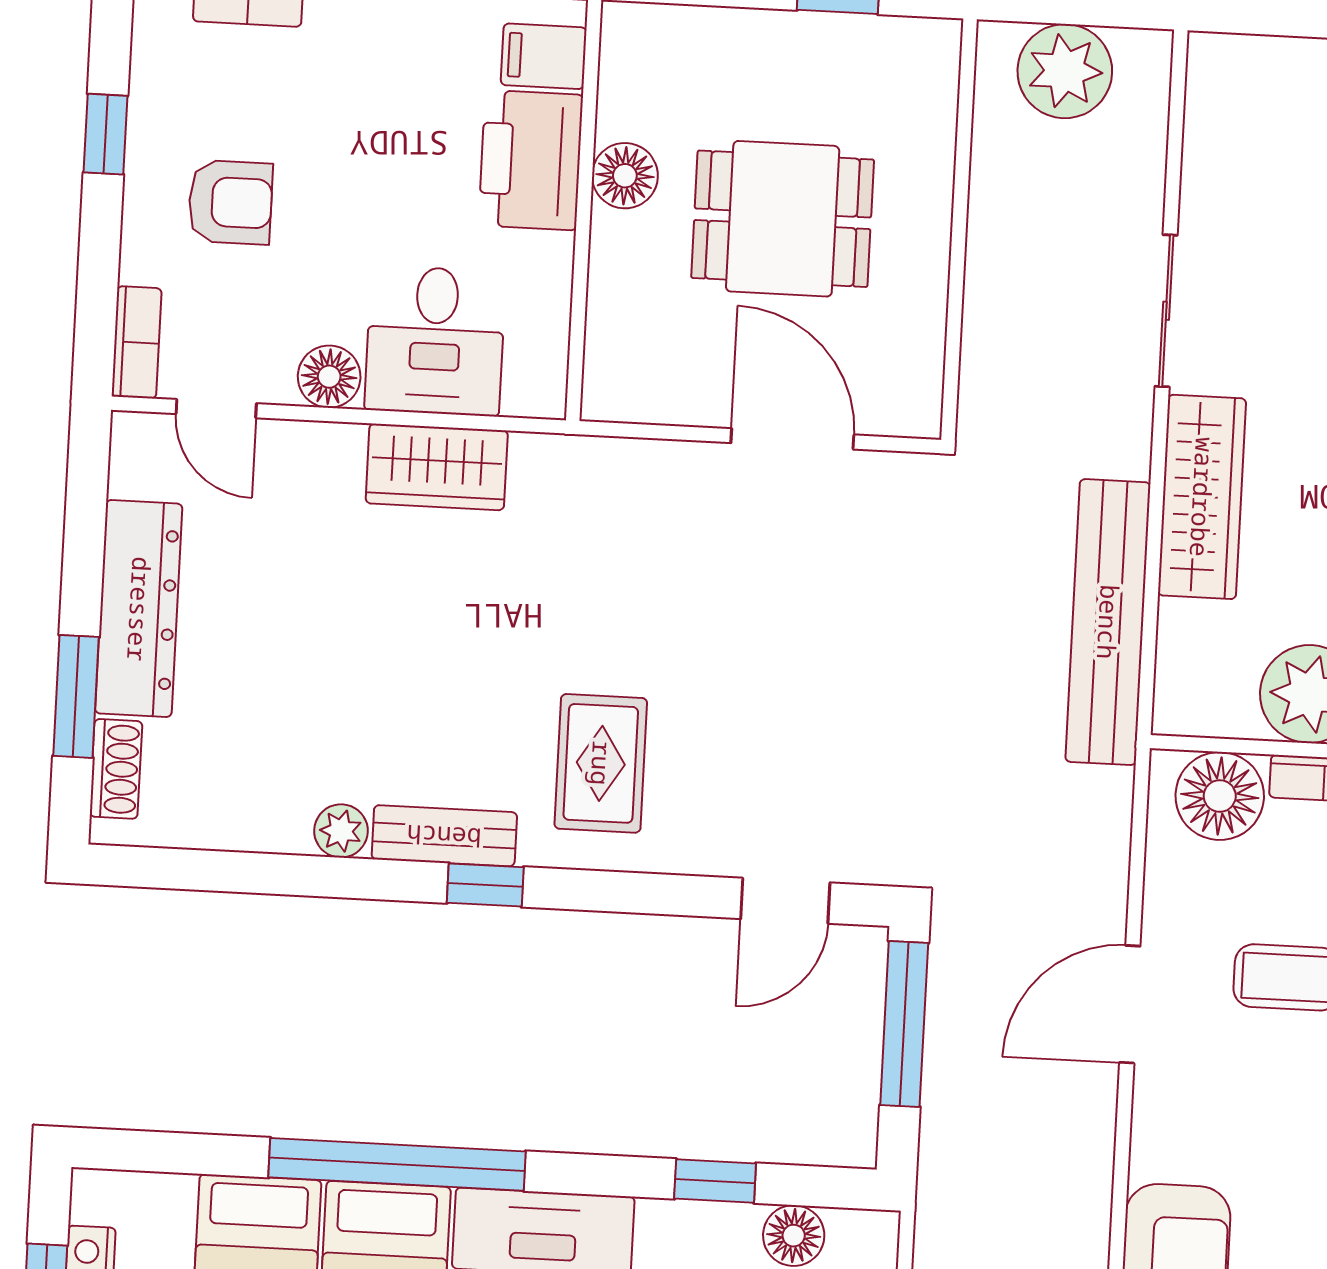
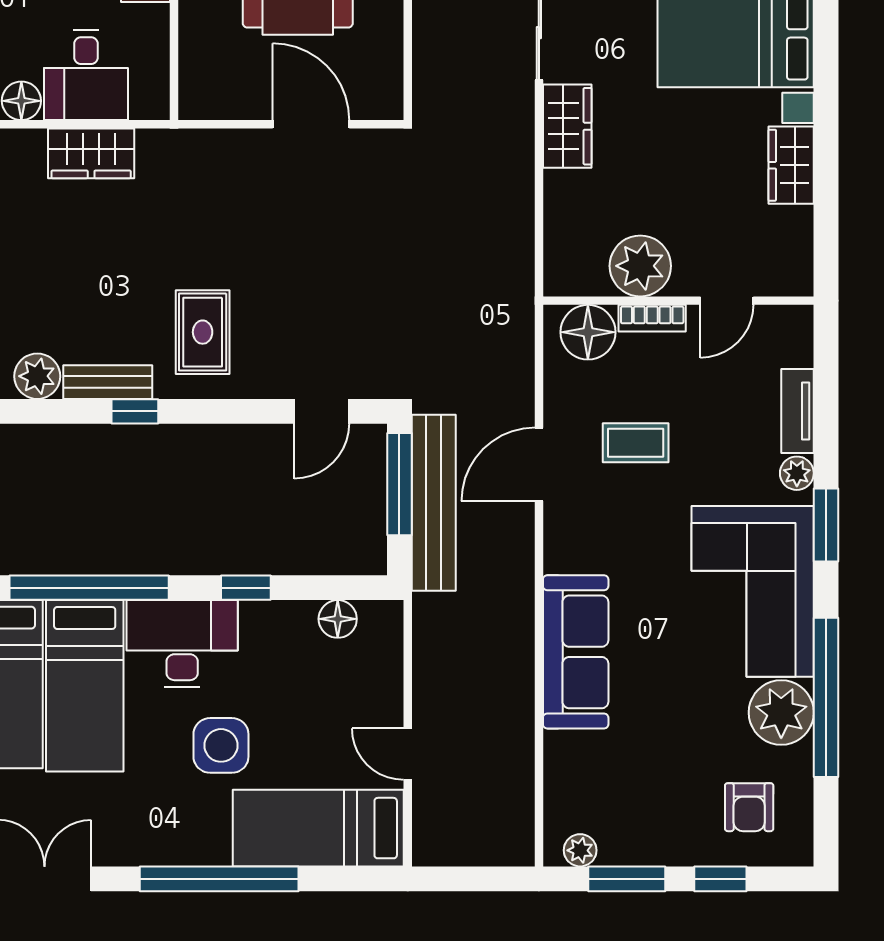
wardrobe: (1202, 497) -> (567, 126), width x0.67
bench: (1108, 622) -> (434, 503), moved
plant: (341, 831) -> (37, 376), width x1.38, depth x1.38
window: (715, 1181) -> (246, 588), moved

